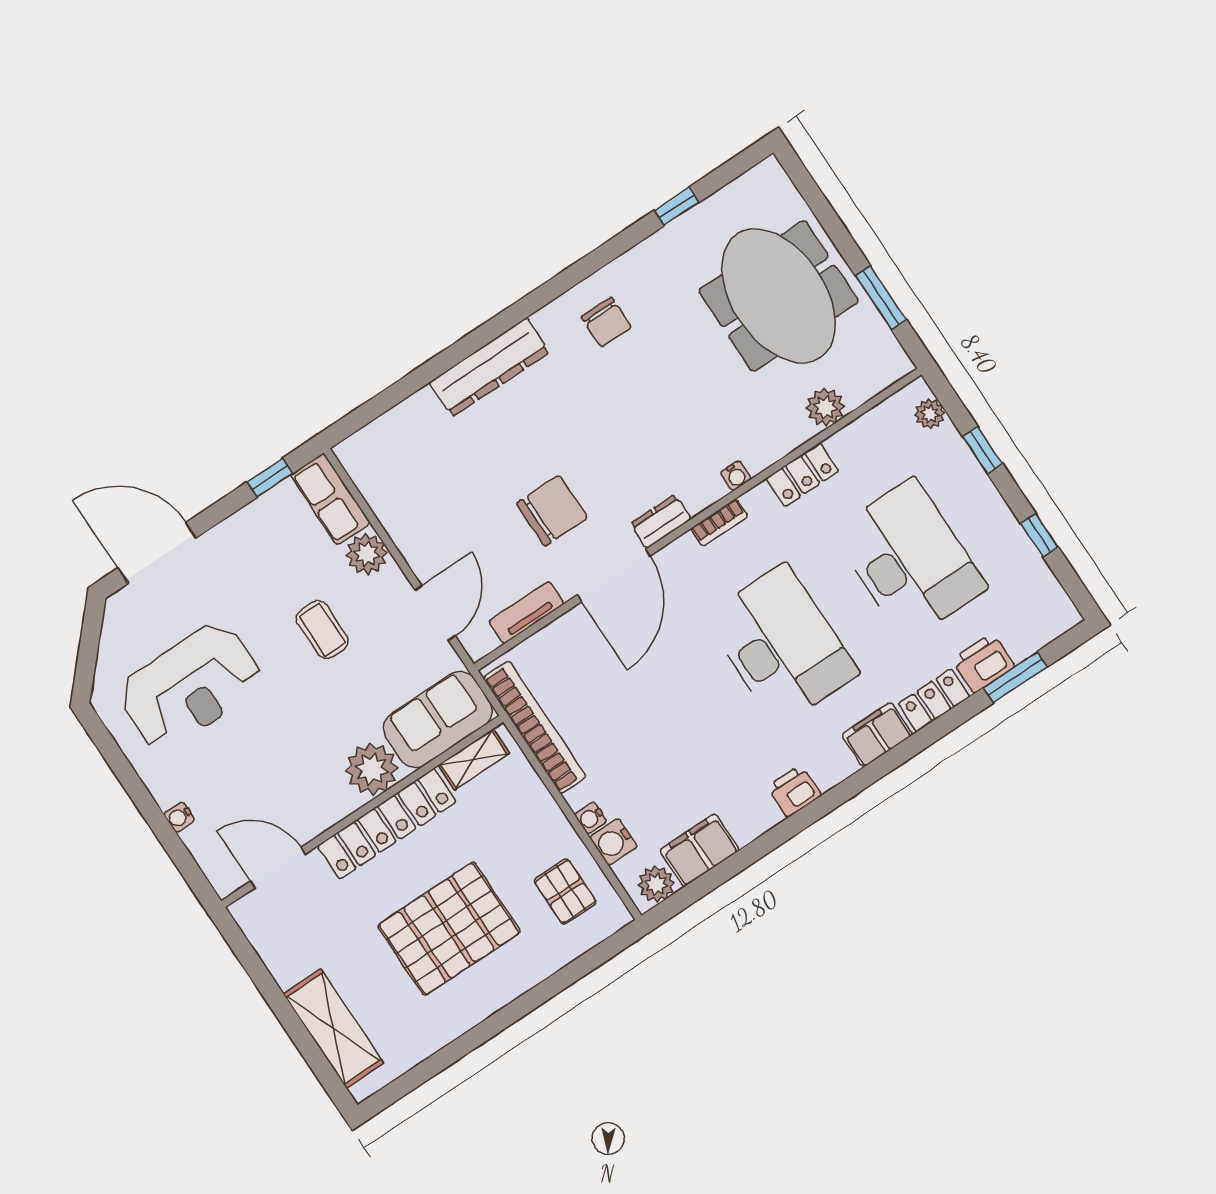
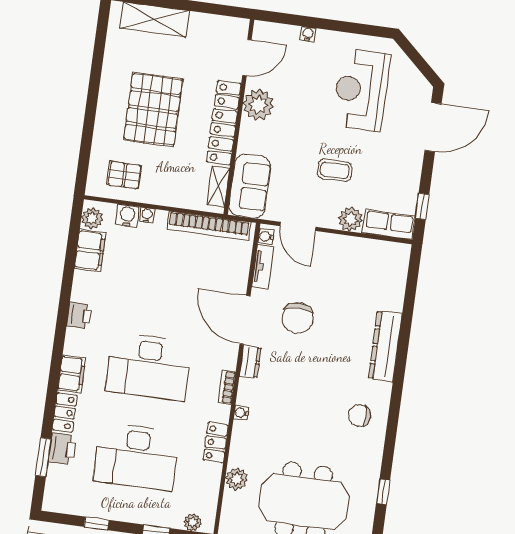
water cooler: (484, 643) -> (266, 236), added
plant: (372, 769) -> (258, 105), moved

